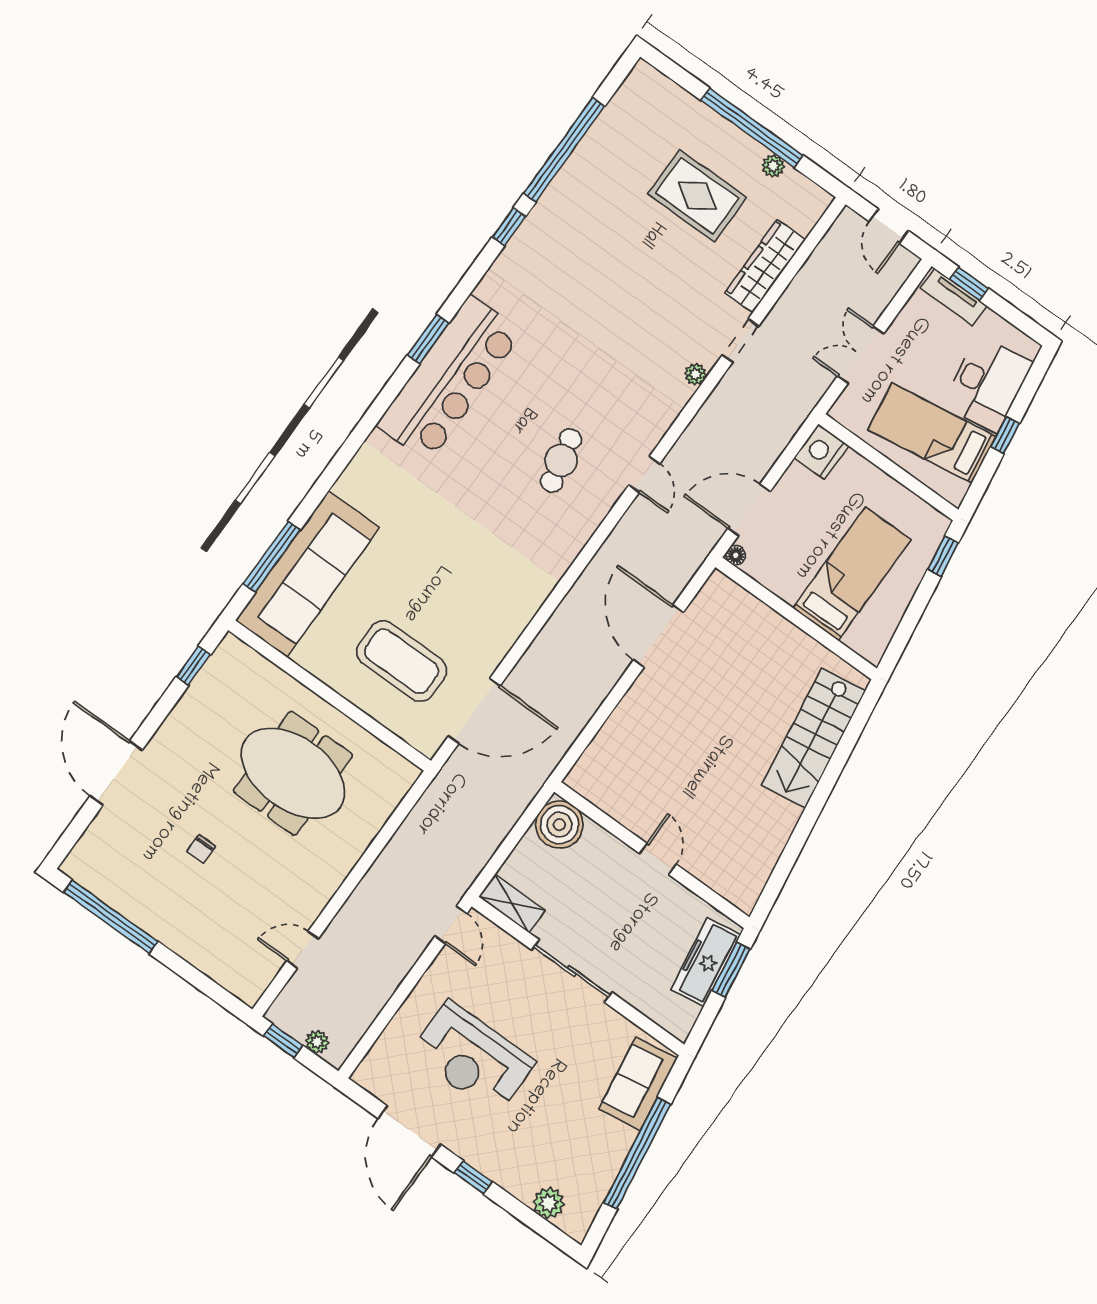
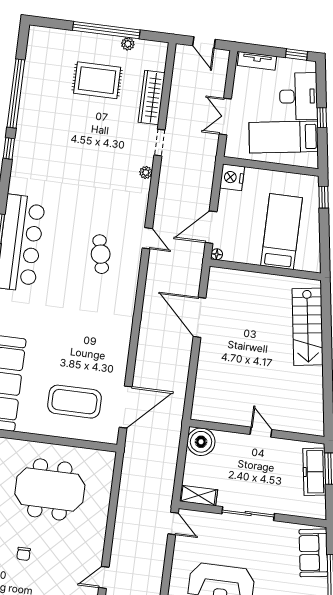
window: (969, 284) -> (297, 54), moved

